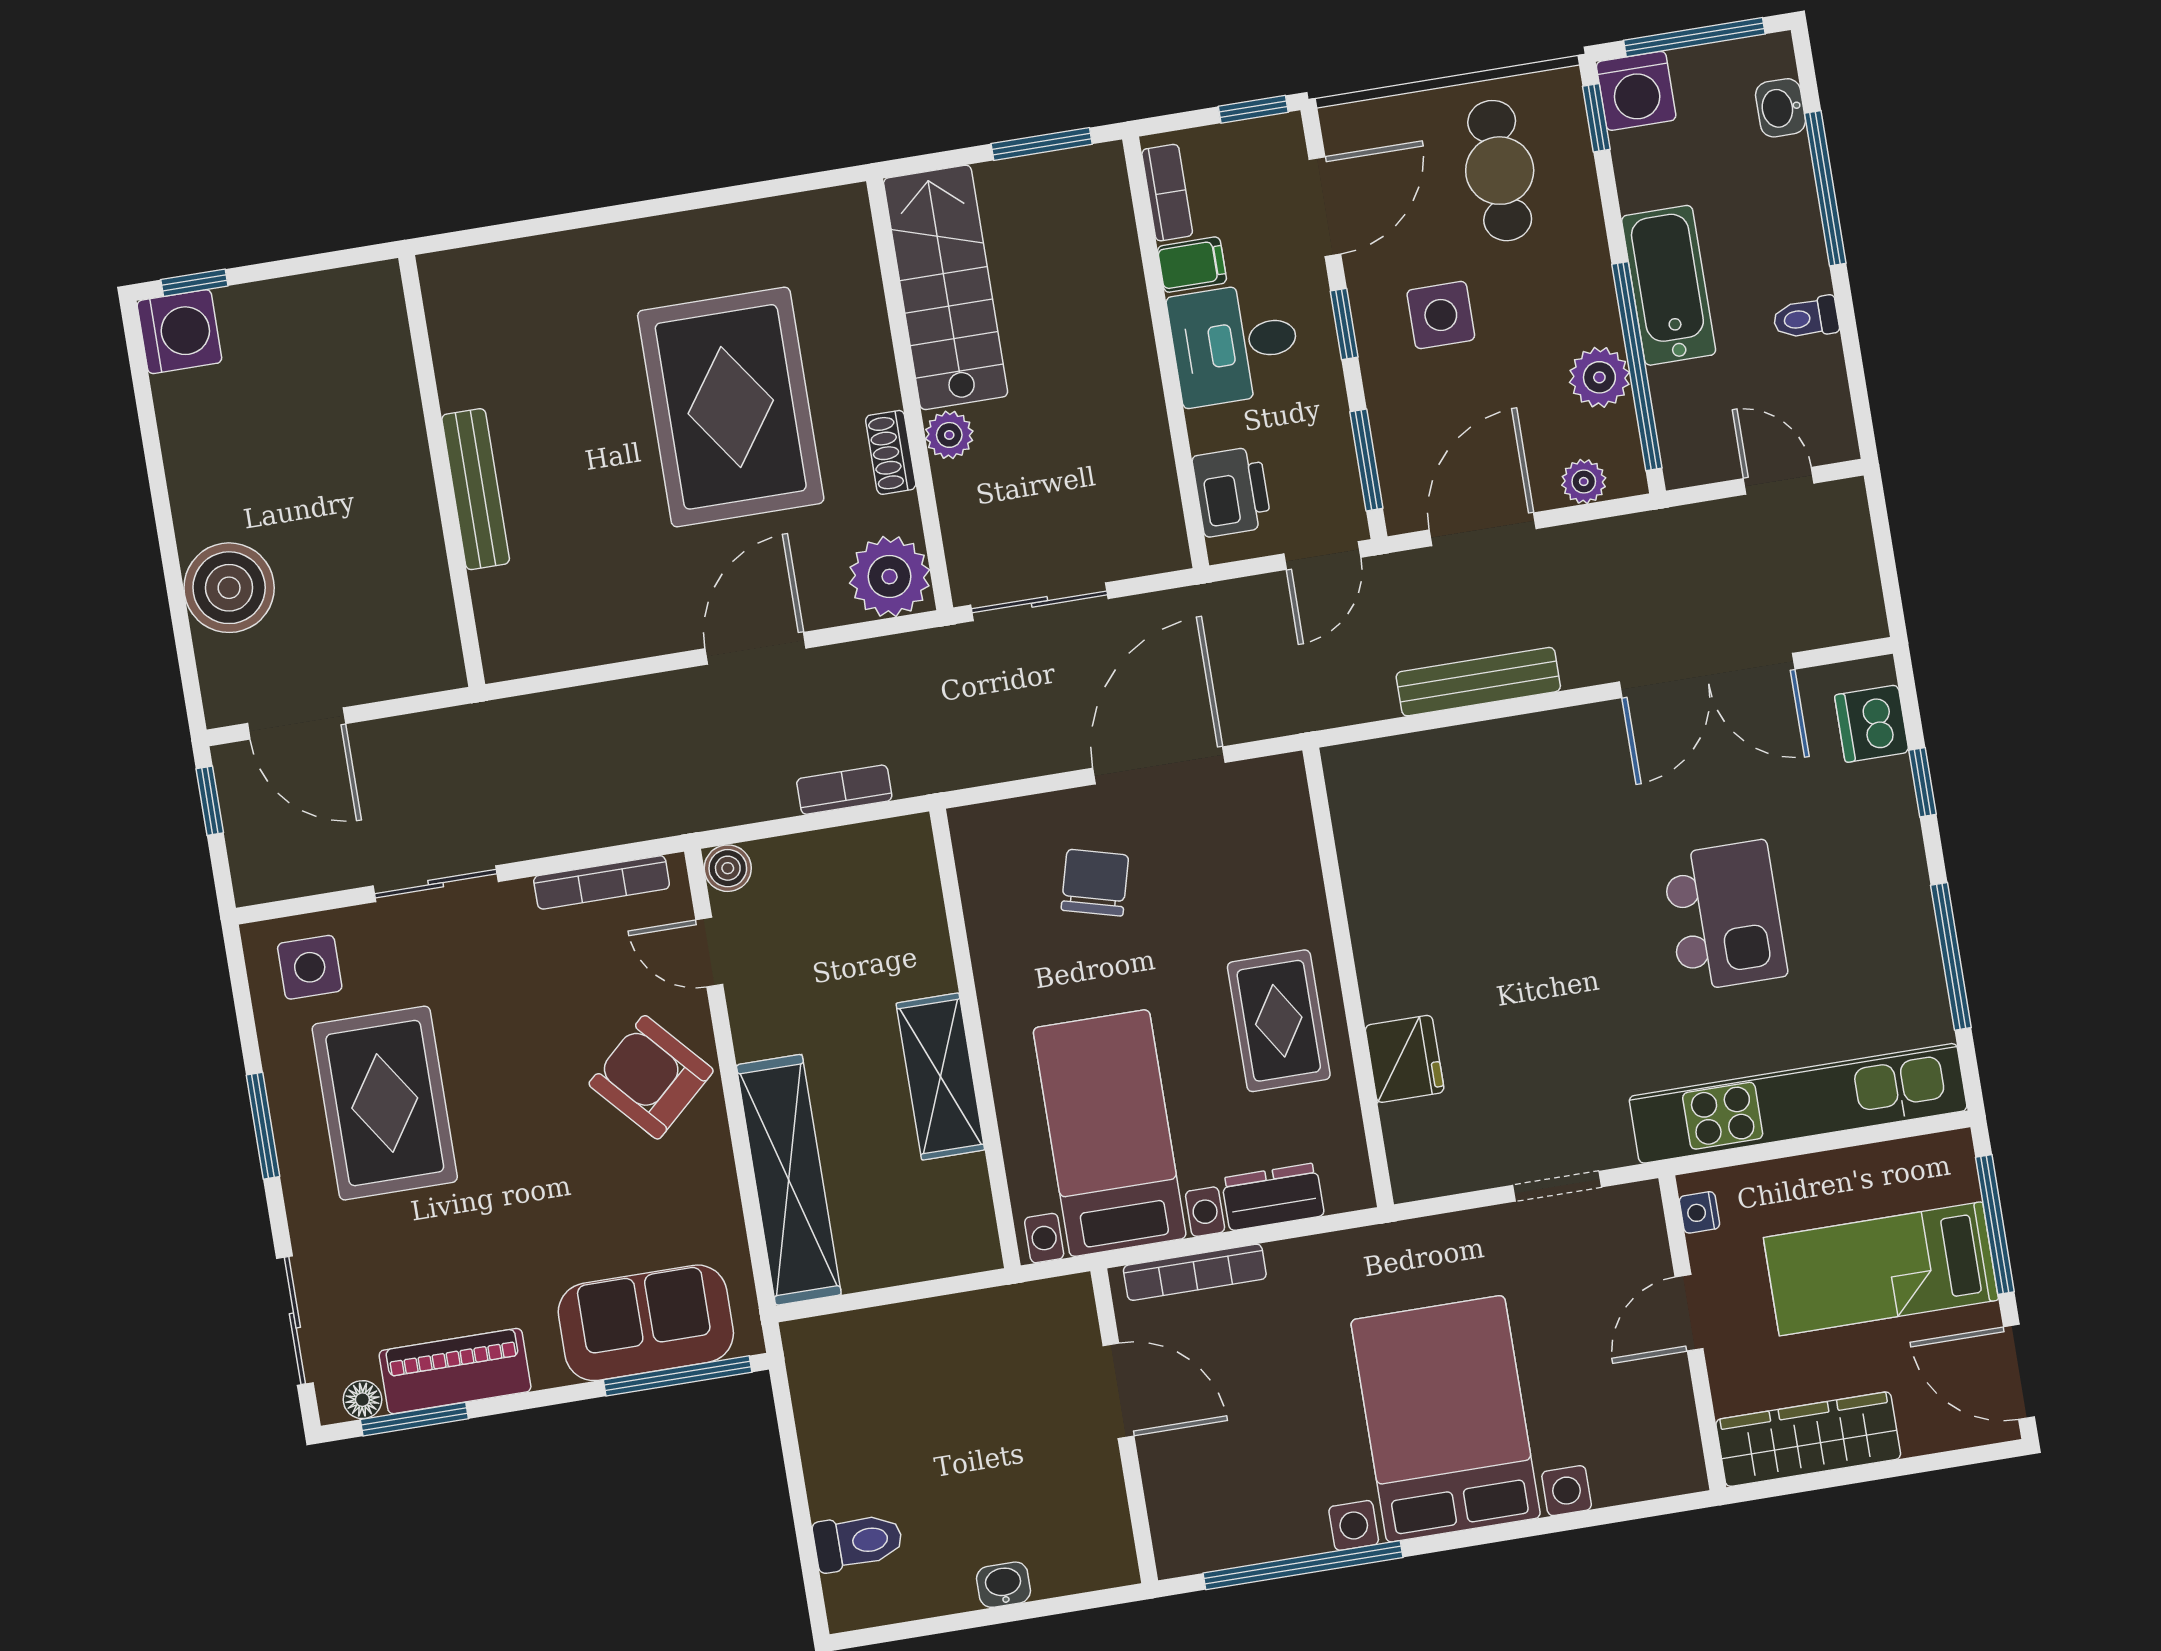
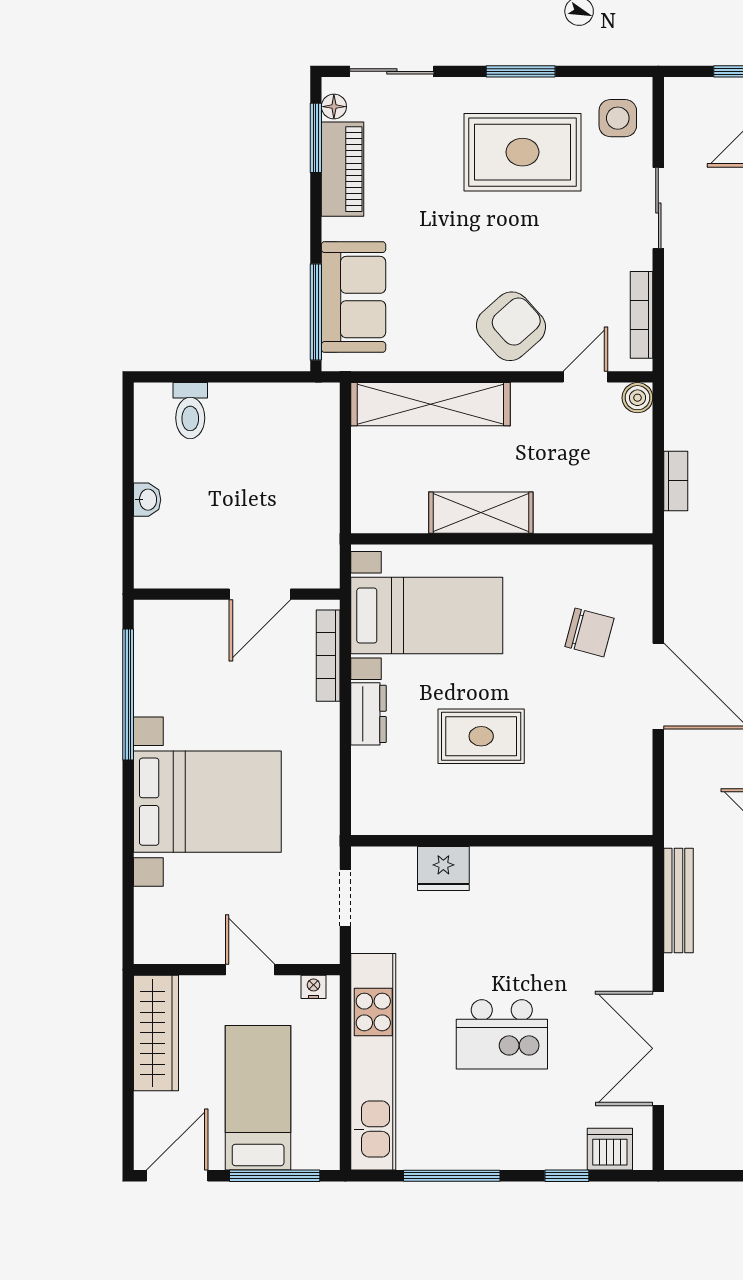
wall: (1348, 977) -> (502, 841), moved
fridge: (1405, 1059) -> (443, 868), moved

